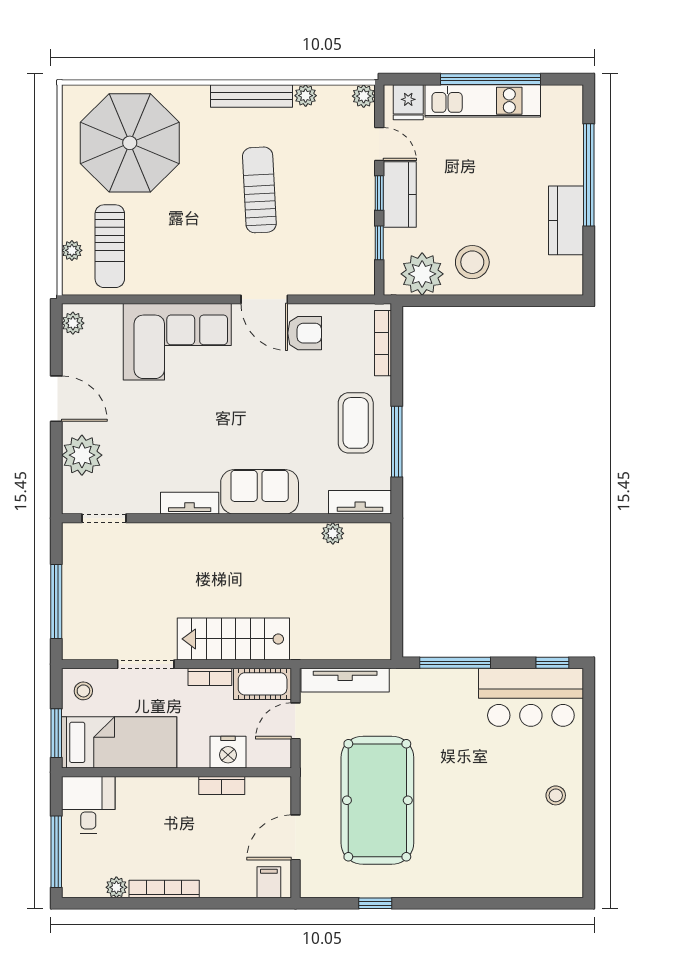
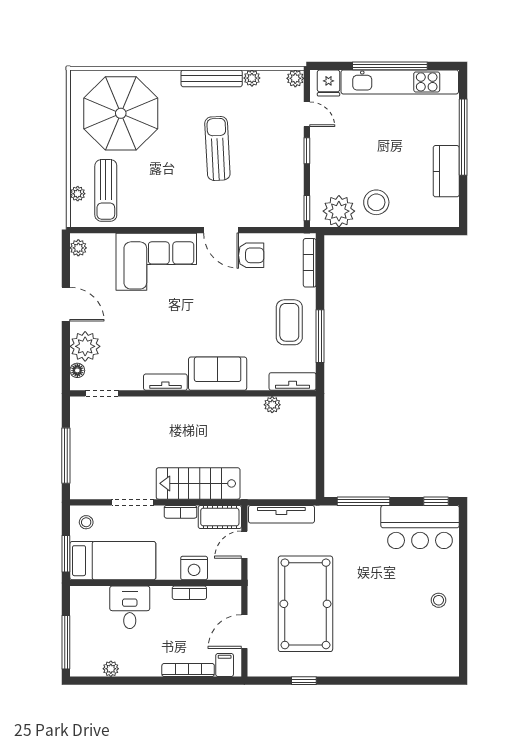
kitchen unit: (483, 101) -> (400, 82), width x1.36
kitchen counter: (400, 194) -> (322, 152), removed
window: (379, 243) -> (307, 208), moved
floor lamp: (71, 487) -> (77, 370), added
desk: (88, 805) -> (130, 607), moved
bookcase: (164, 889) -> (188, 670), moved

